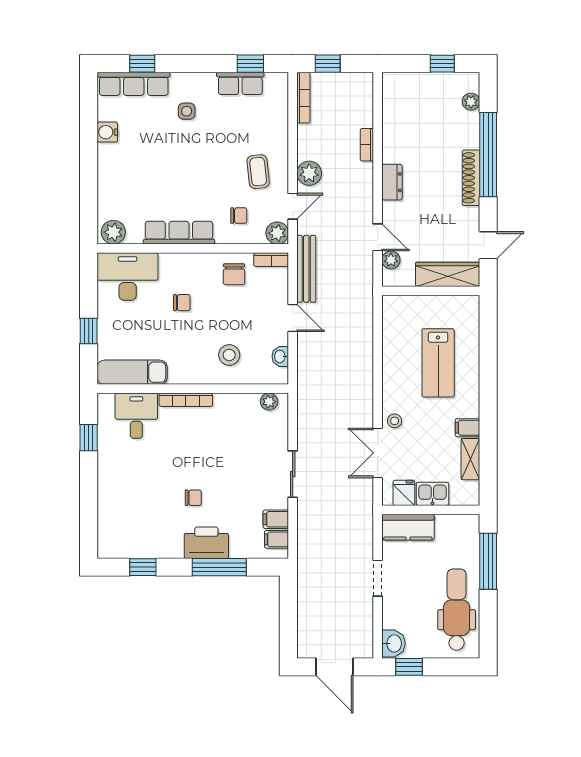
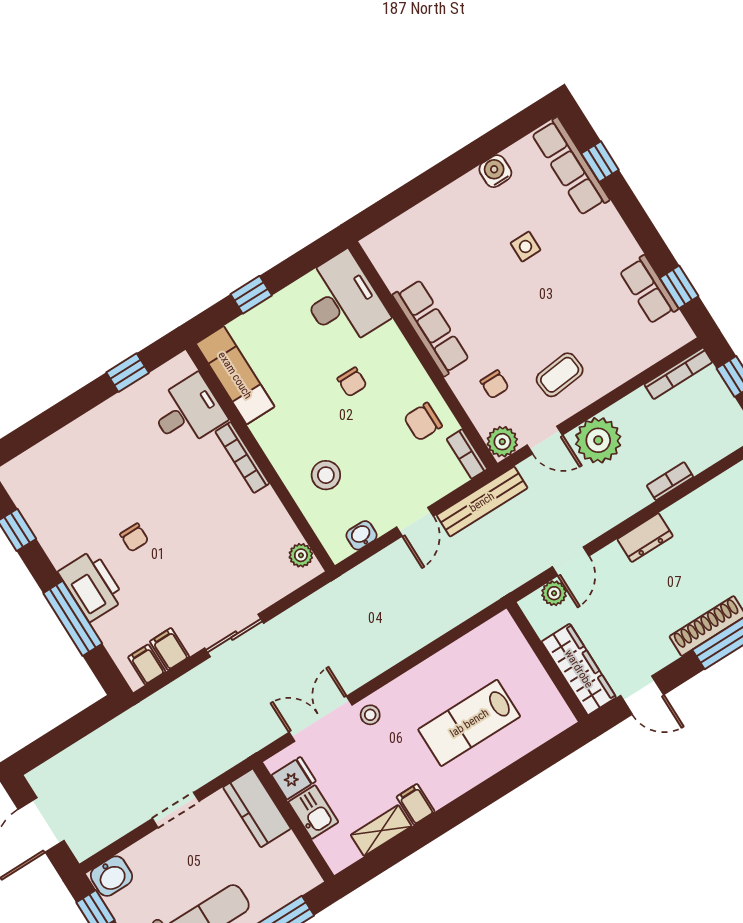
side table: (187, 111) -> (525, 247), moved
plant: (309, 173) -> (598, 440), width x1.36, depth x1.36
plant: (113, 232) -> (384, 251), removed

